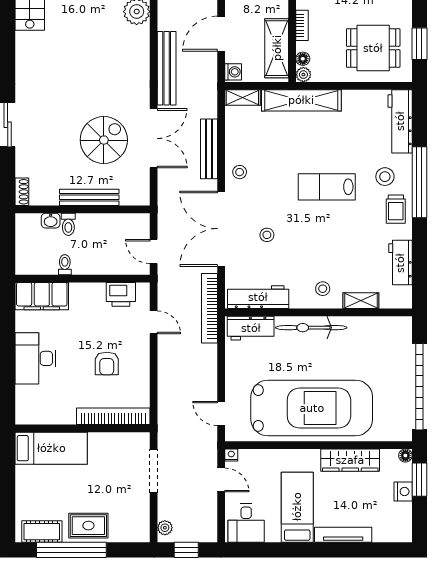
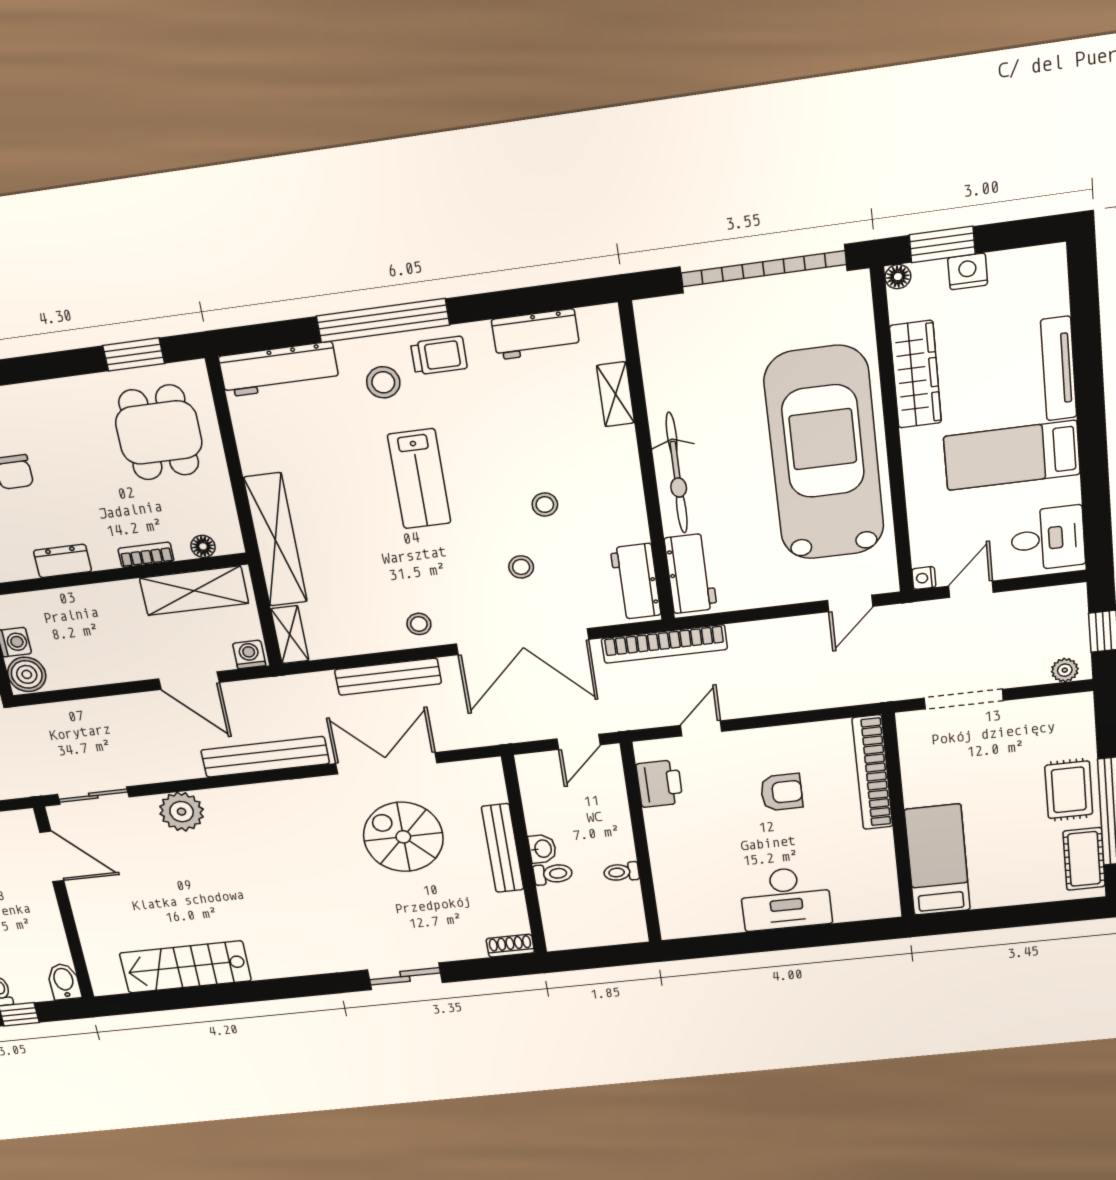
plant: (303, 75) -> (230, 542), removed
washbasin: (51, 221) -> (542, 849), moved
stool: (323, 289) -> (545, 505), moved
filing cabinet: (42, 296) -> (679, 900), removed
workbench: (258, 297) -> (636, 582), width x0.73

